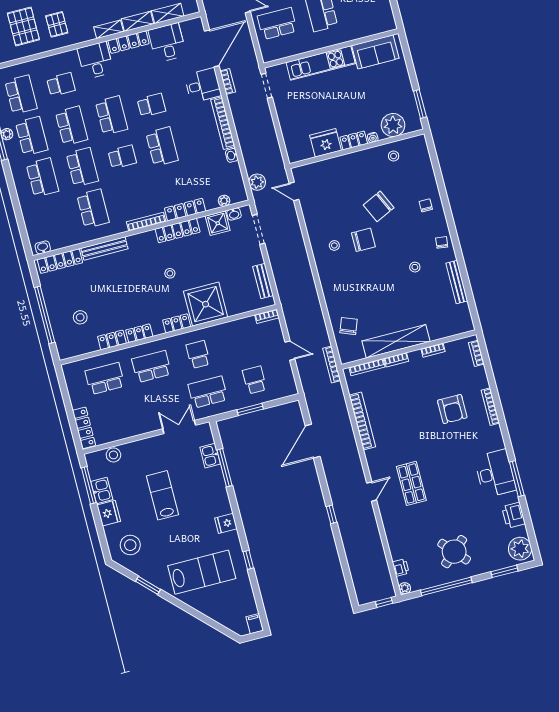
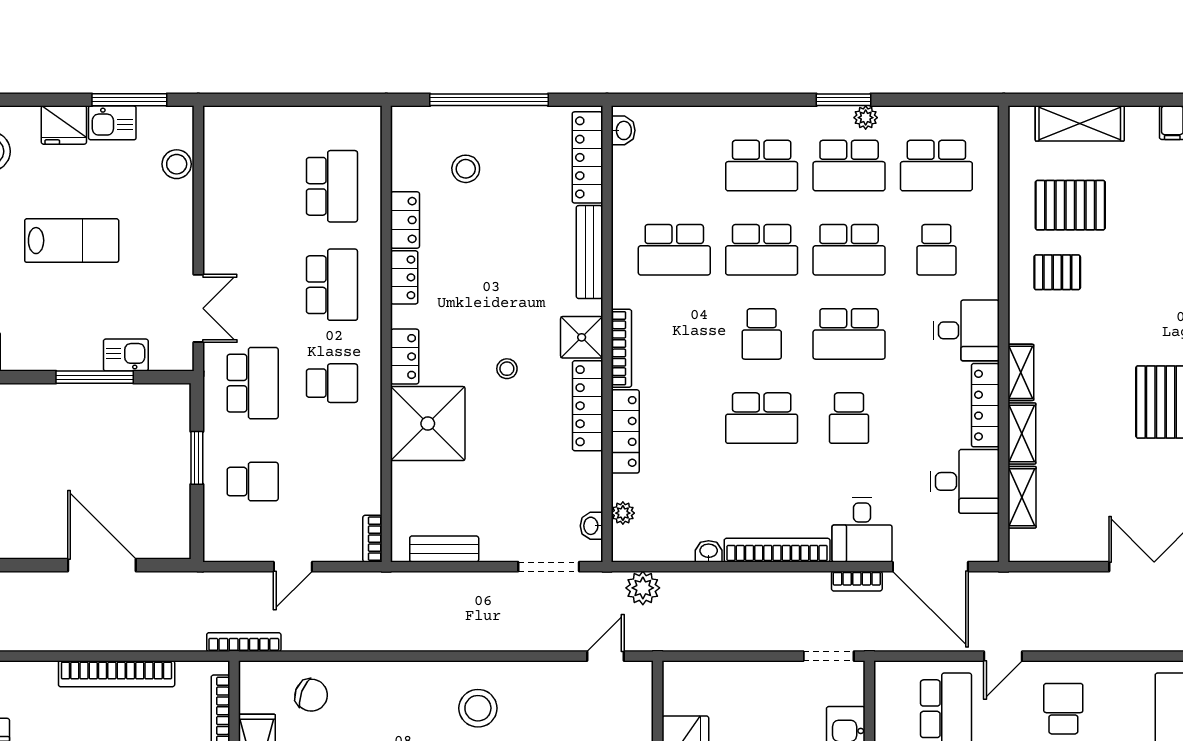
shower: (218, 223) -> (582, 337), moved
stool: (334, 245) -> (478, 708), width x1.89, depth x1.89
locker: (84, 428) -> (245, 120), removed

